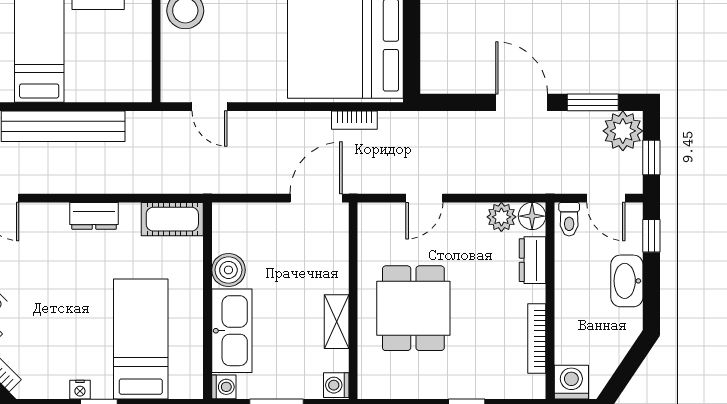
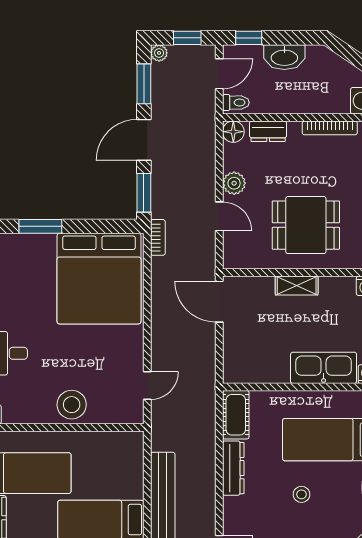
window: (454, 102) -> (144, 193), added
bookcase: (354, 120) -> (158, 237), moved
plant: (623, 131) -> (159, 53), width x0.53, depth x0.53
dresser: (94, 216) -> (233, 468), width x1.44
plant: (501, 217) -> (234, 183), moved
boiler: (228, 270) -> (276, 371), removed
stool: (71, 303) -> (301, 494), added
shelving: (337, 322) -> (297, 285), moved

